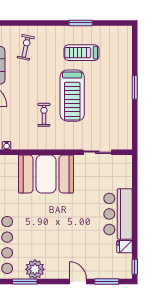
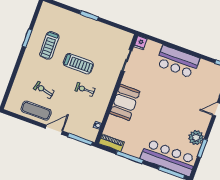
exercise bike: (26, 47) -> (44, 90), moved
treadmill: (72, 96) -> (78, 64), width x0.73, depth x0.73
booth: (46, 174) -> (125, 102), width x0.73, depth x0.70
fridge: (125, 247) -> (141, 43), moved

